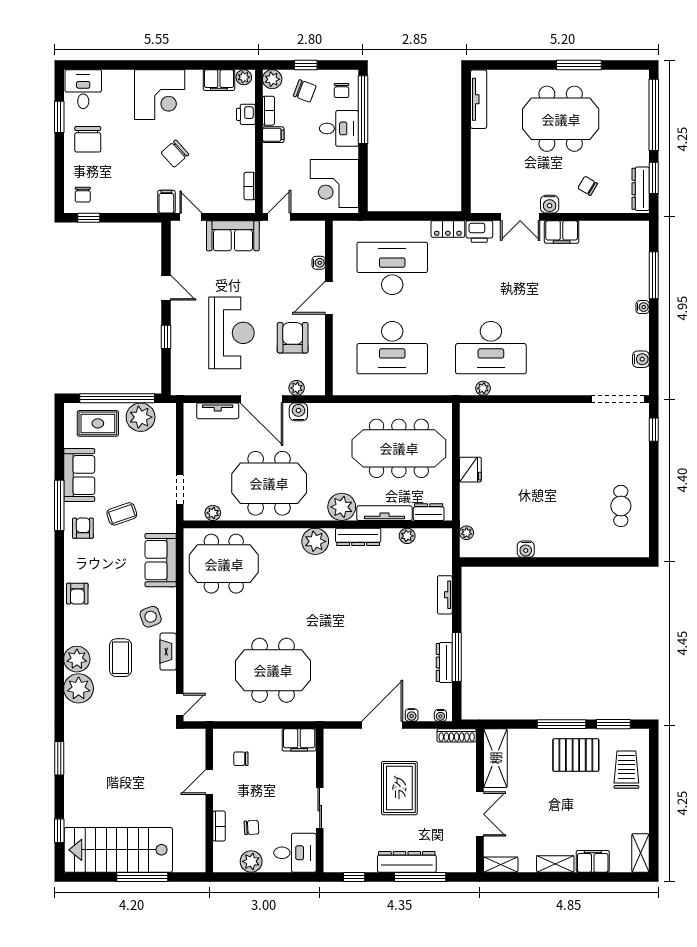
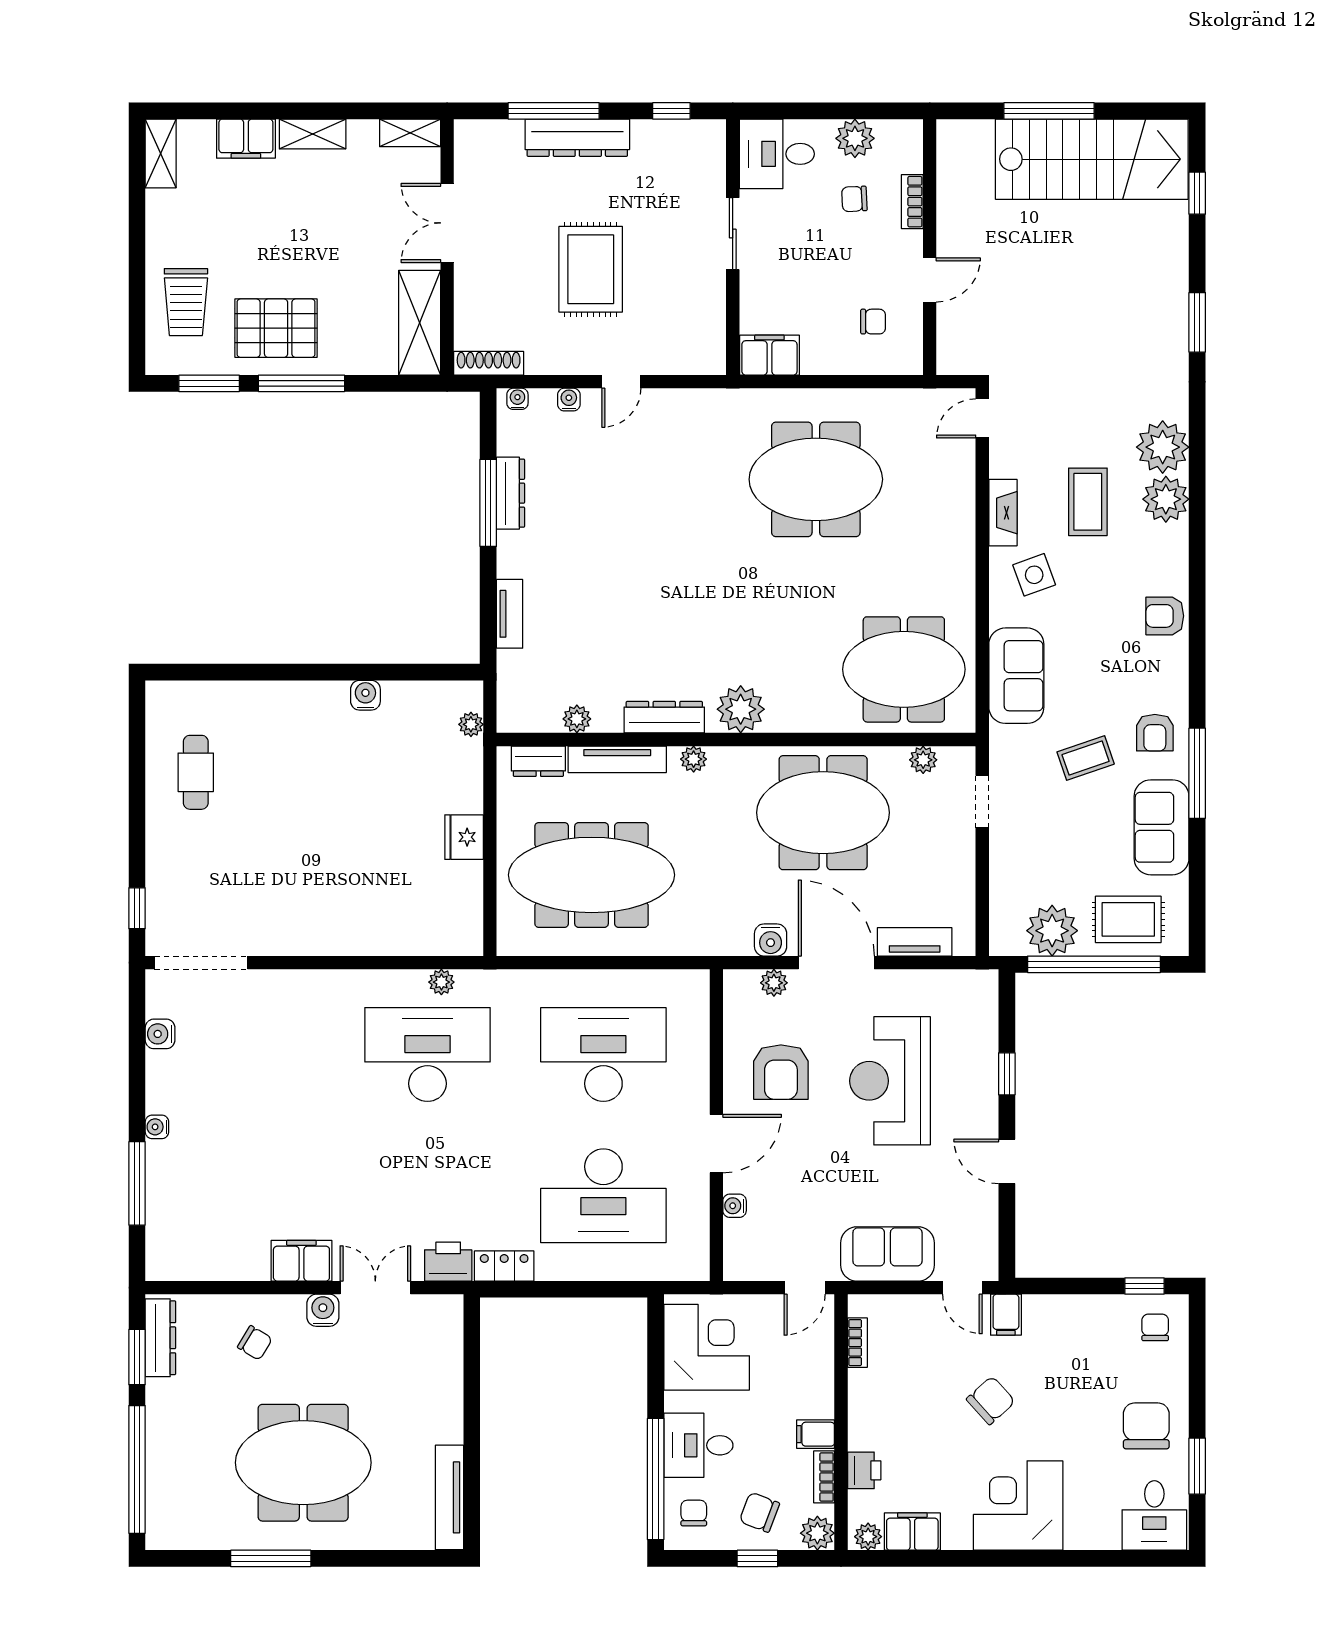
plant: (342, 507) -> (694, 759), width x0.53, depth x0.53
armchair: (77, 594) -> (1165, 616), turned -90
door: (382, 725) -> (621, 382), width x0.53

